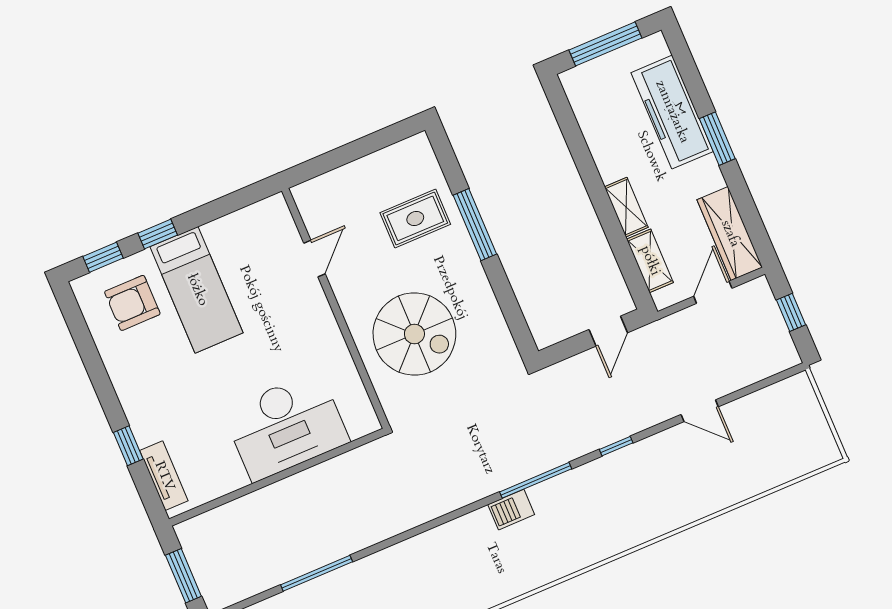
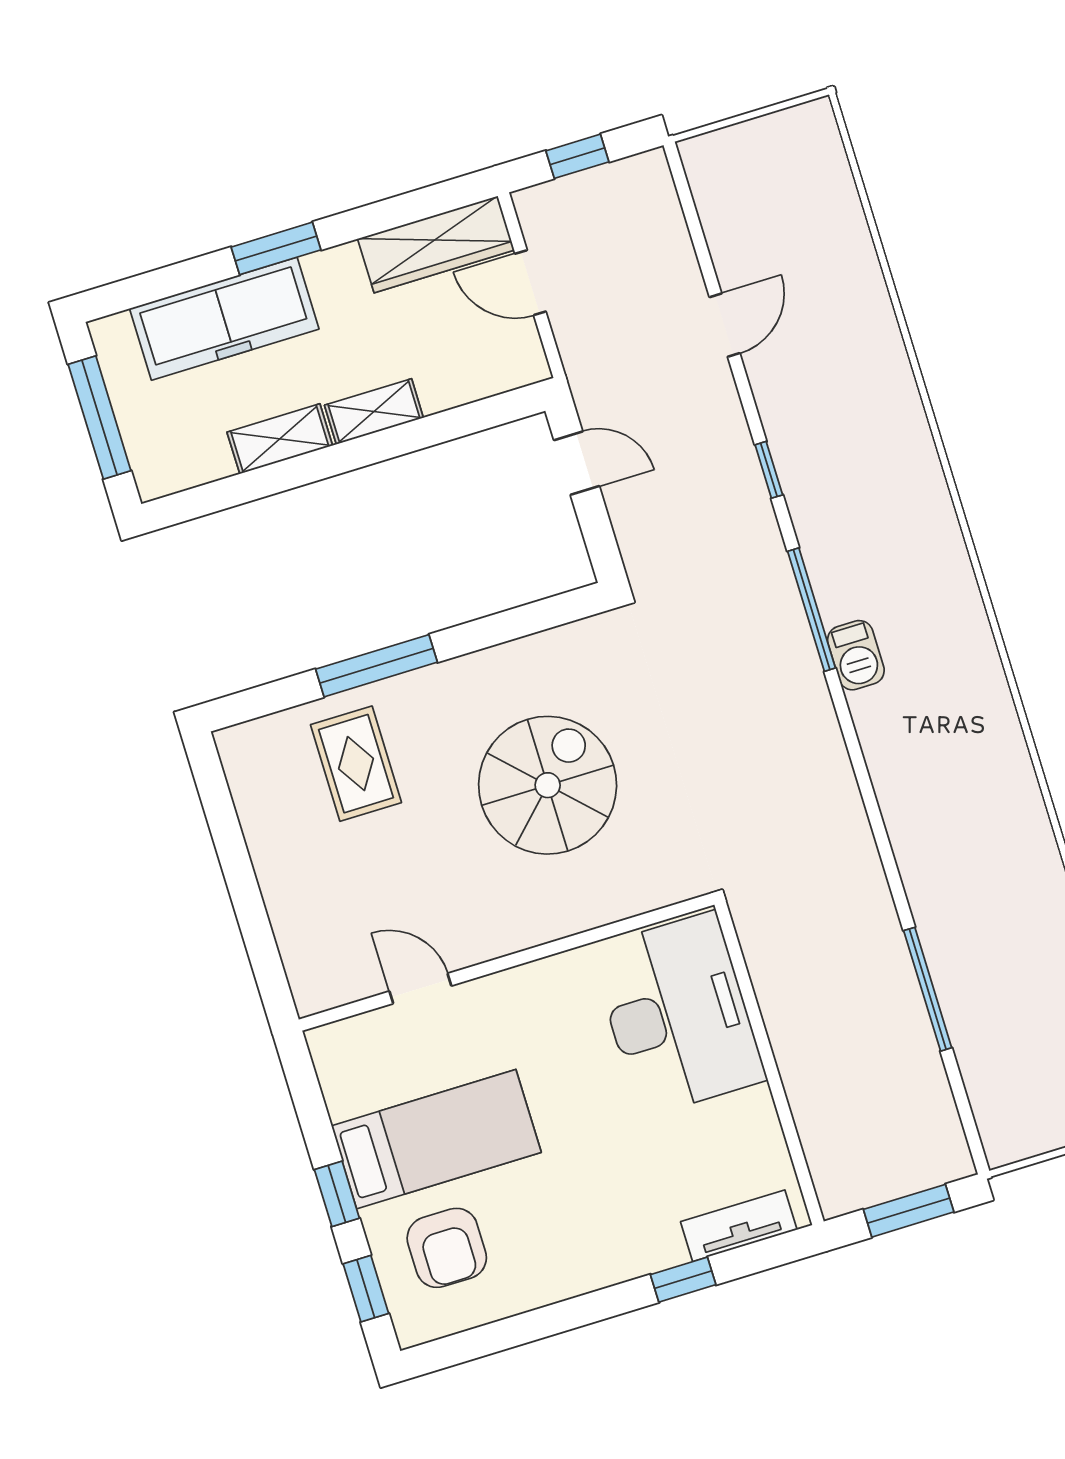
door: (314, 259) -> (420, 989), moved
shelving: (650, 261) -> (280, 439), moved
wall: (336, 308) -> (507, 962), moved

